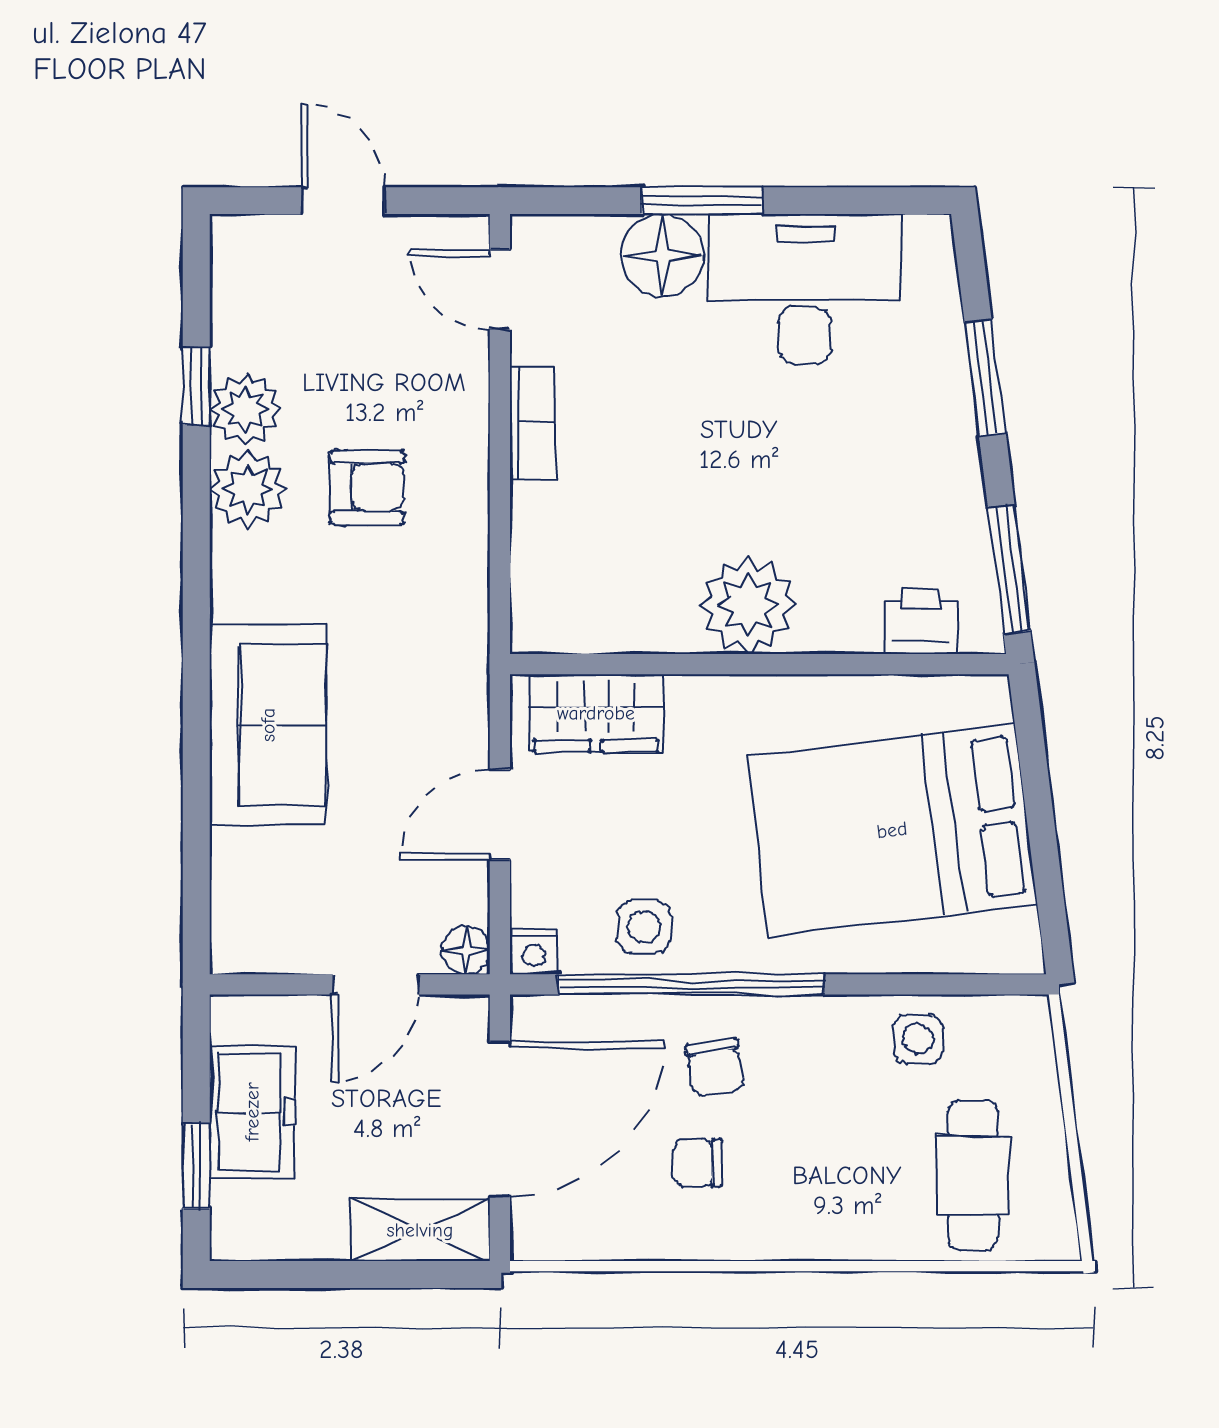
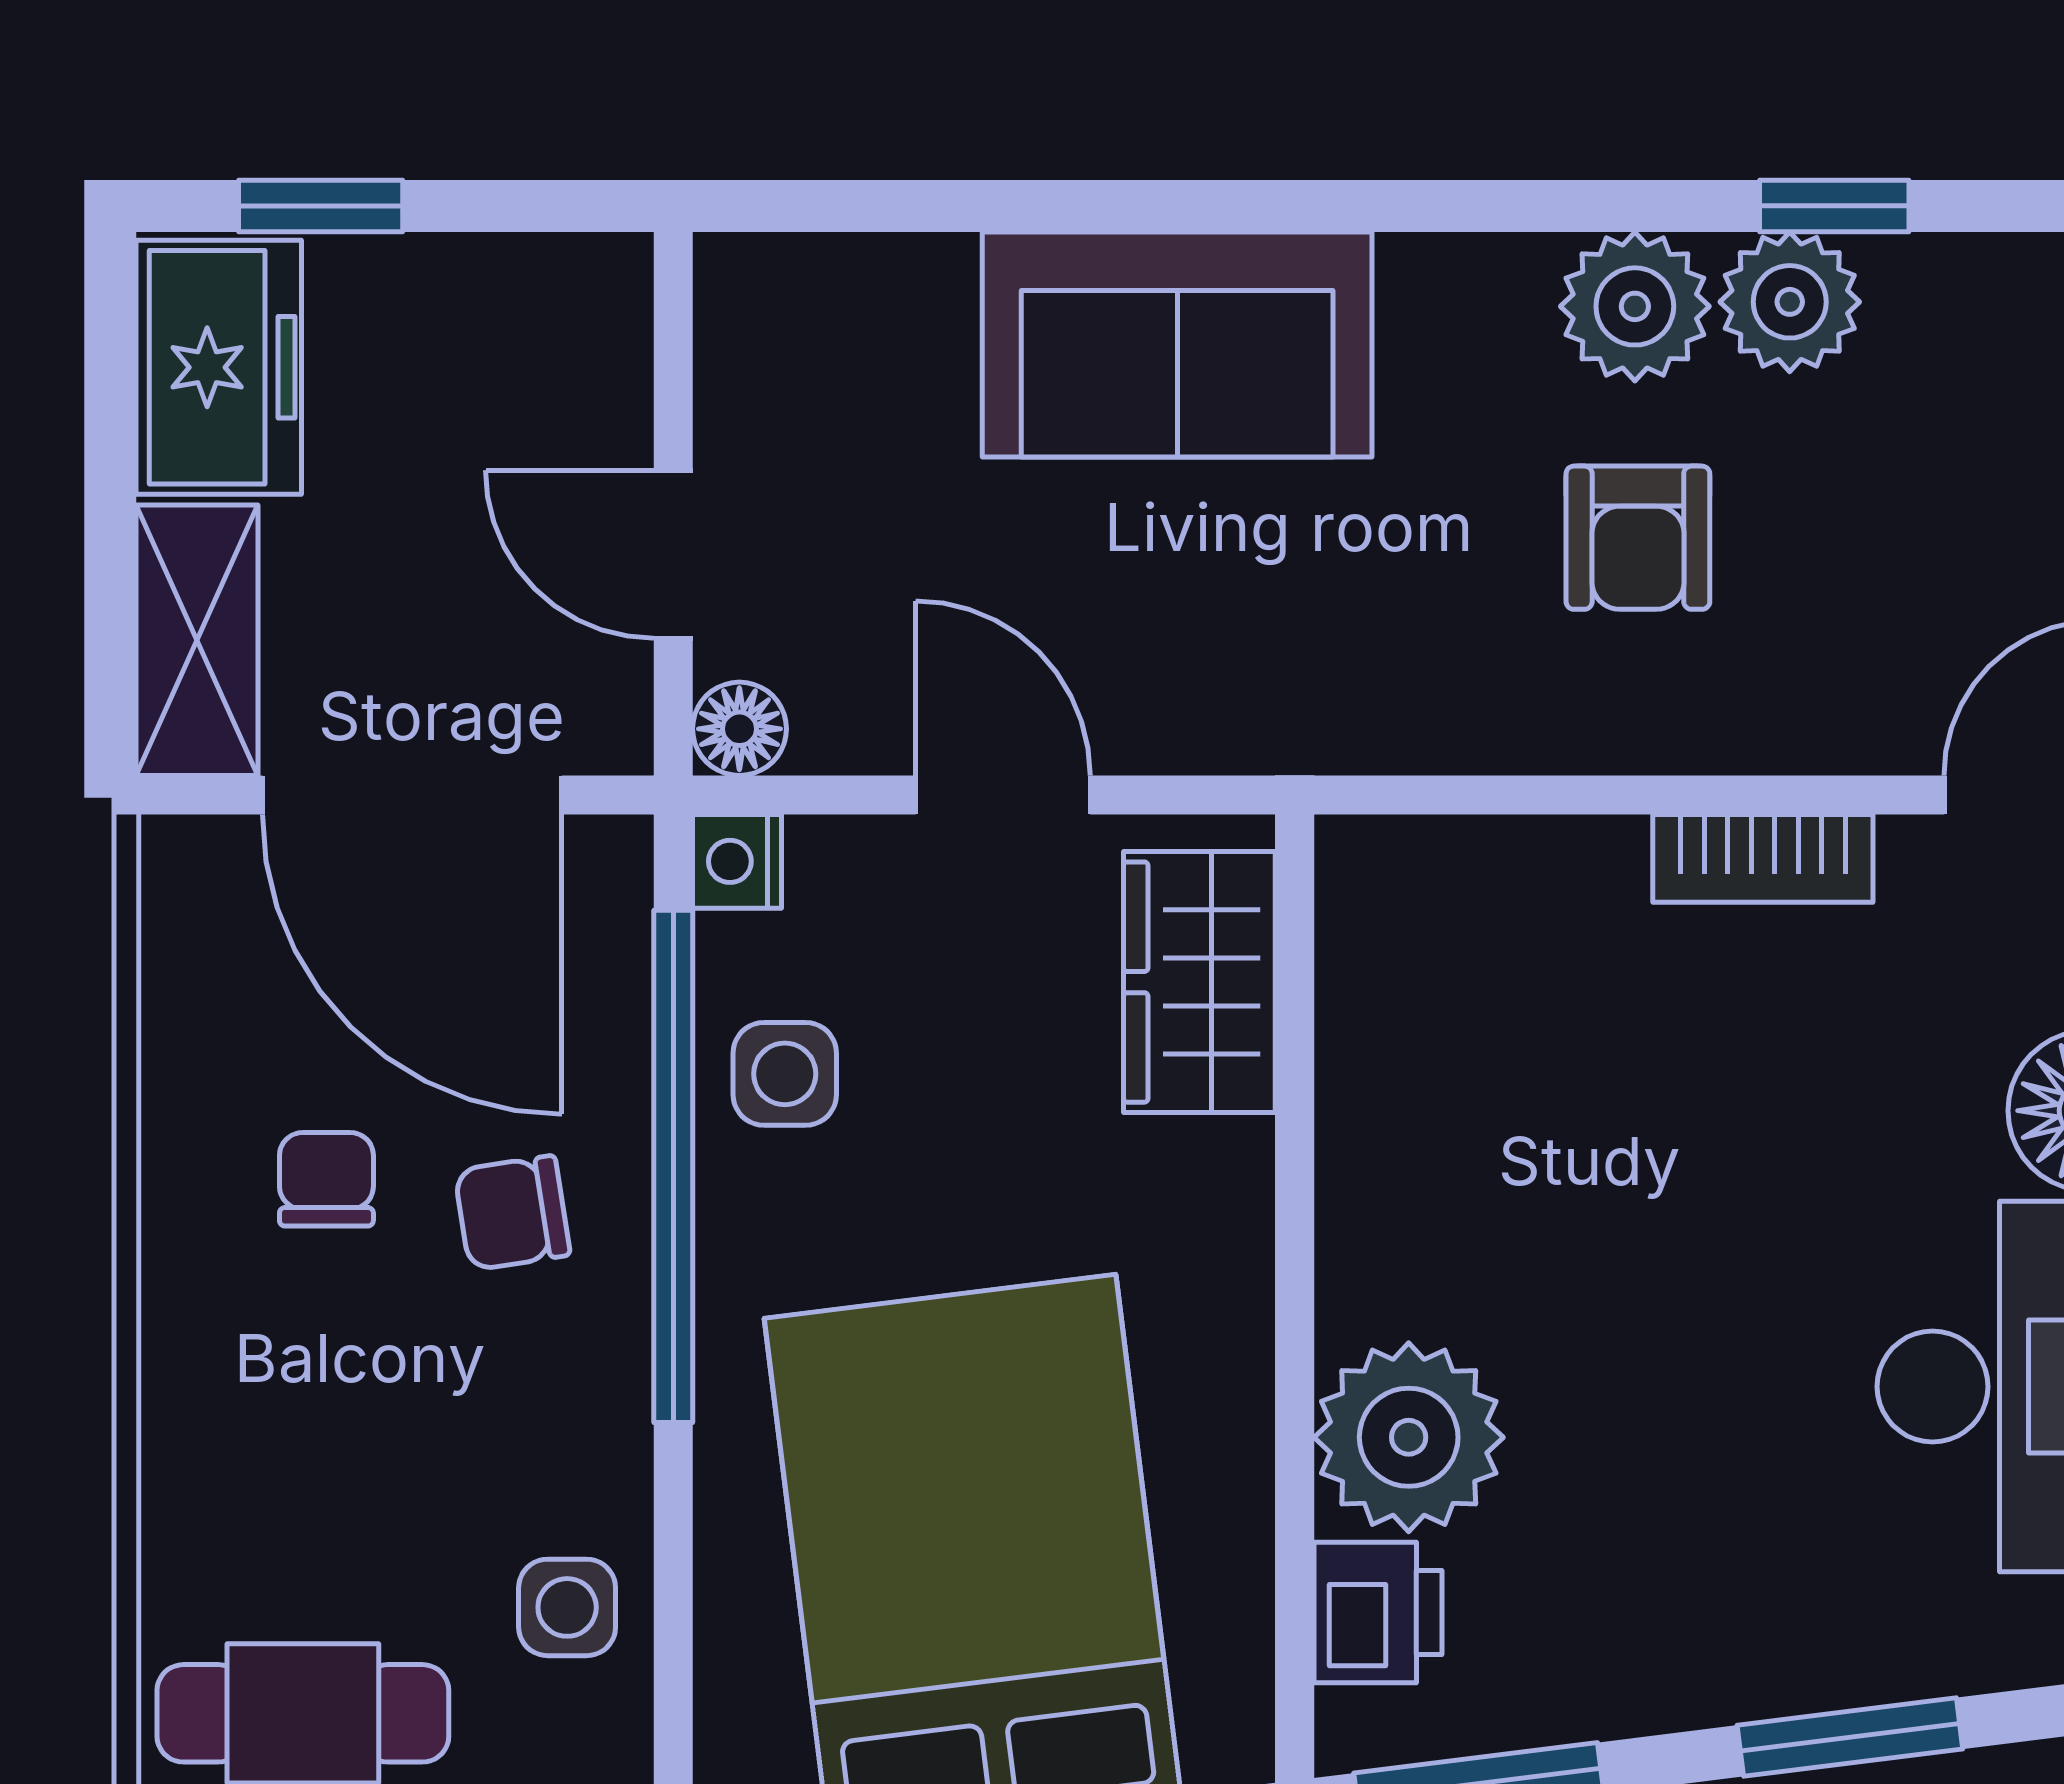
plant: (748, 605) -> (1409, 1437), moved
freezer: (252, 1112) -> (219, 367), moved, turned -90

